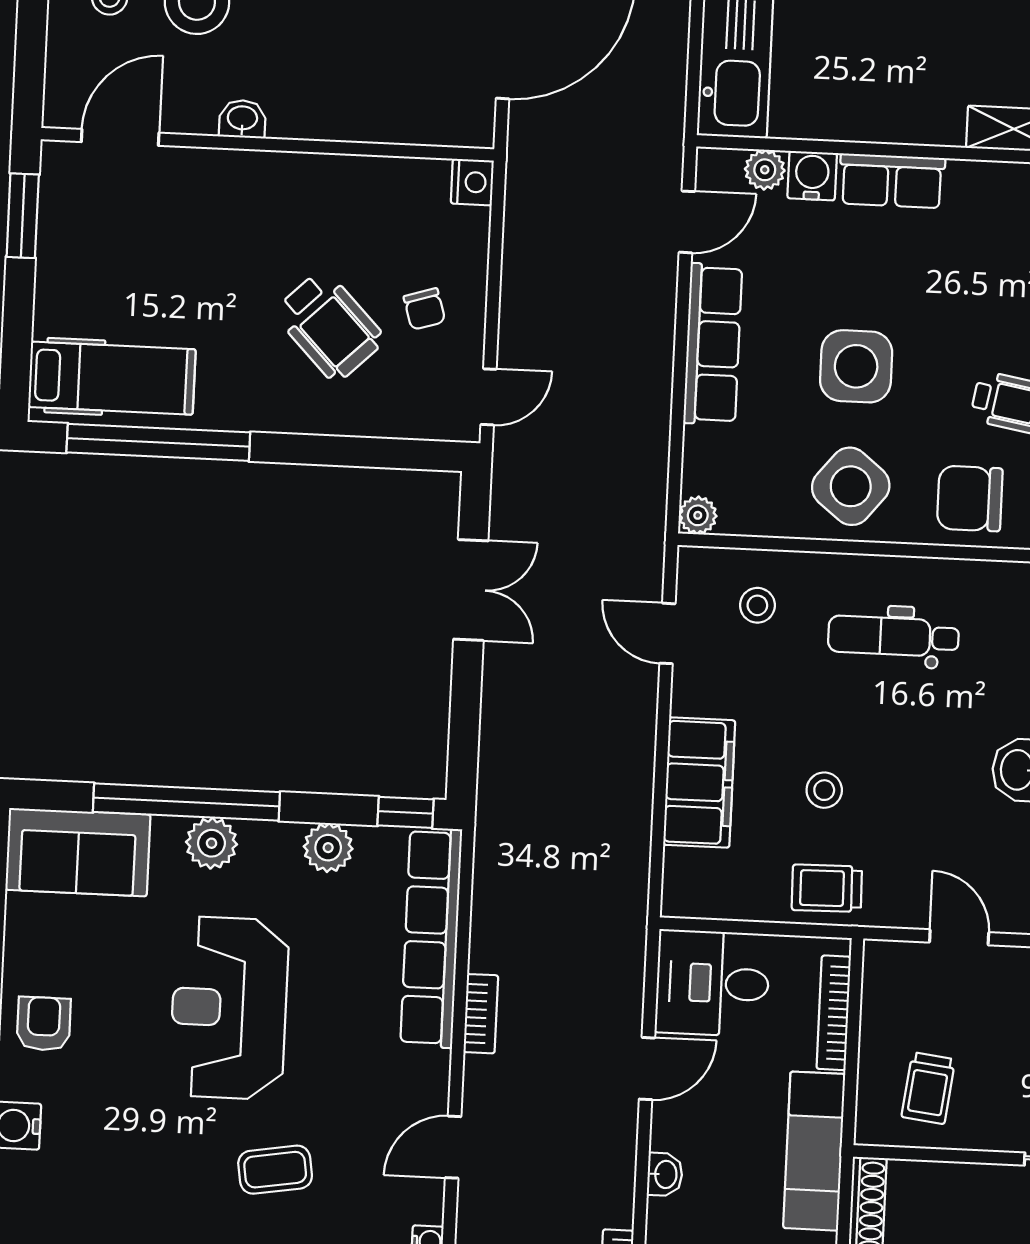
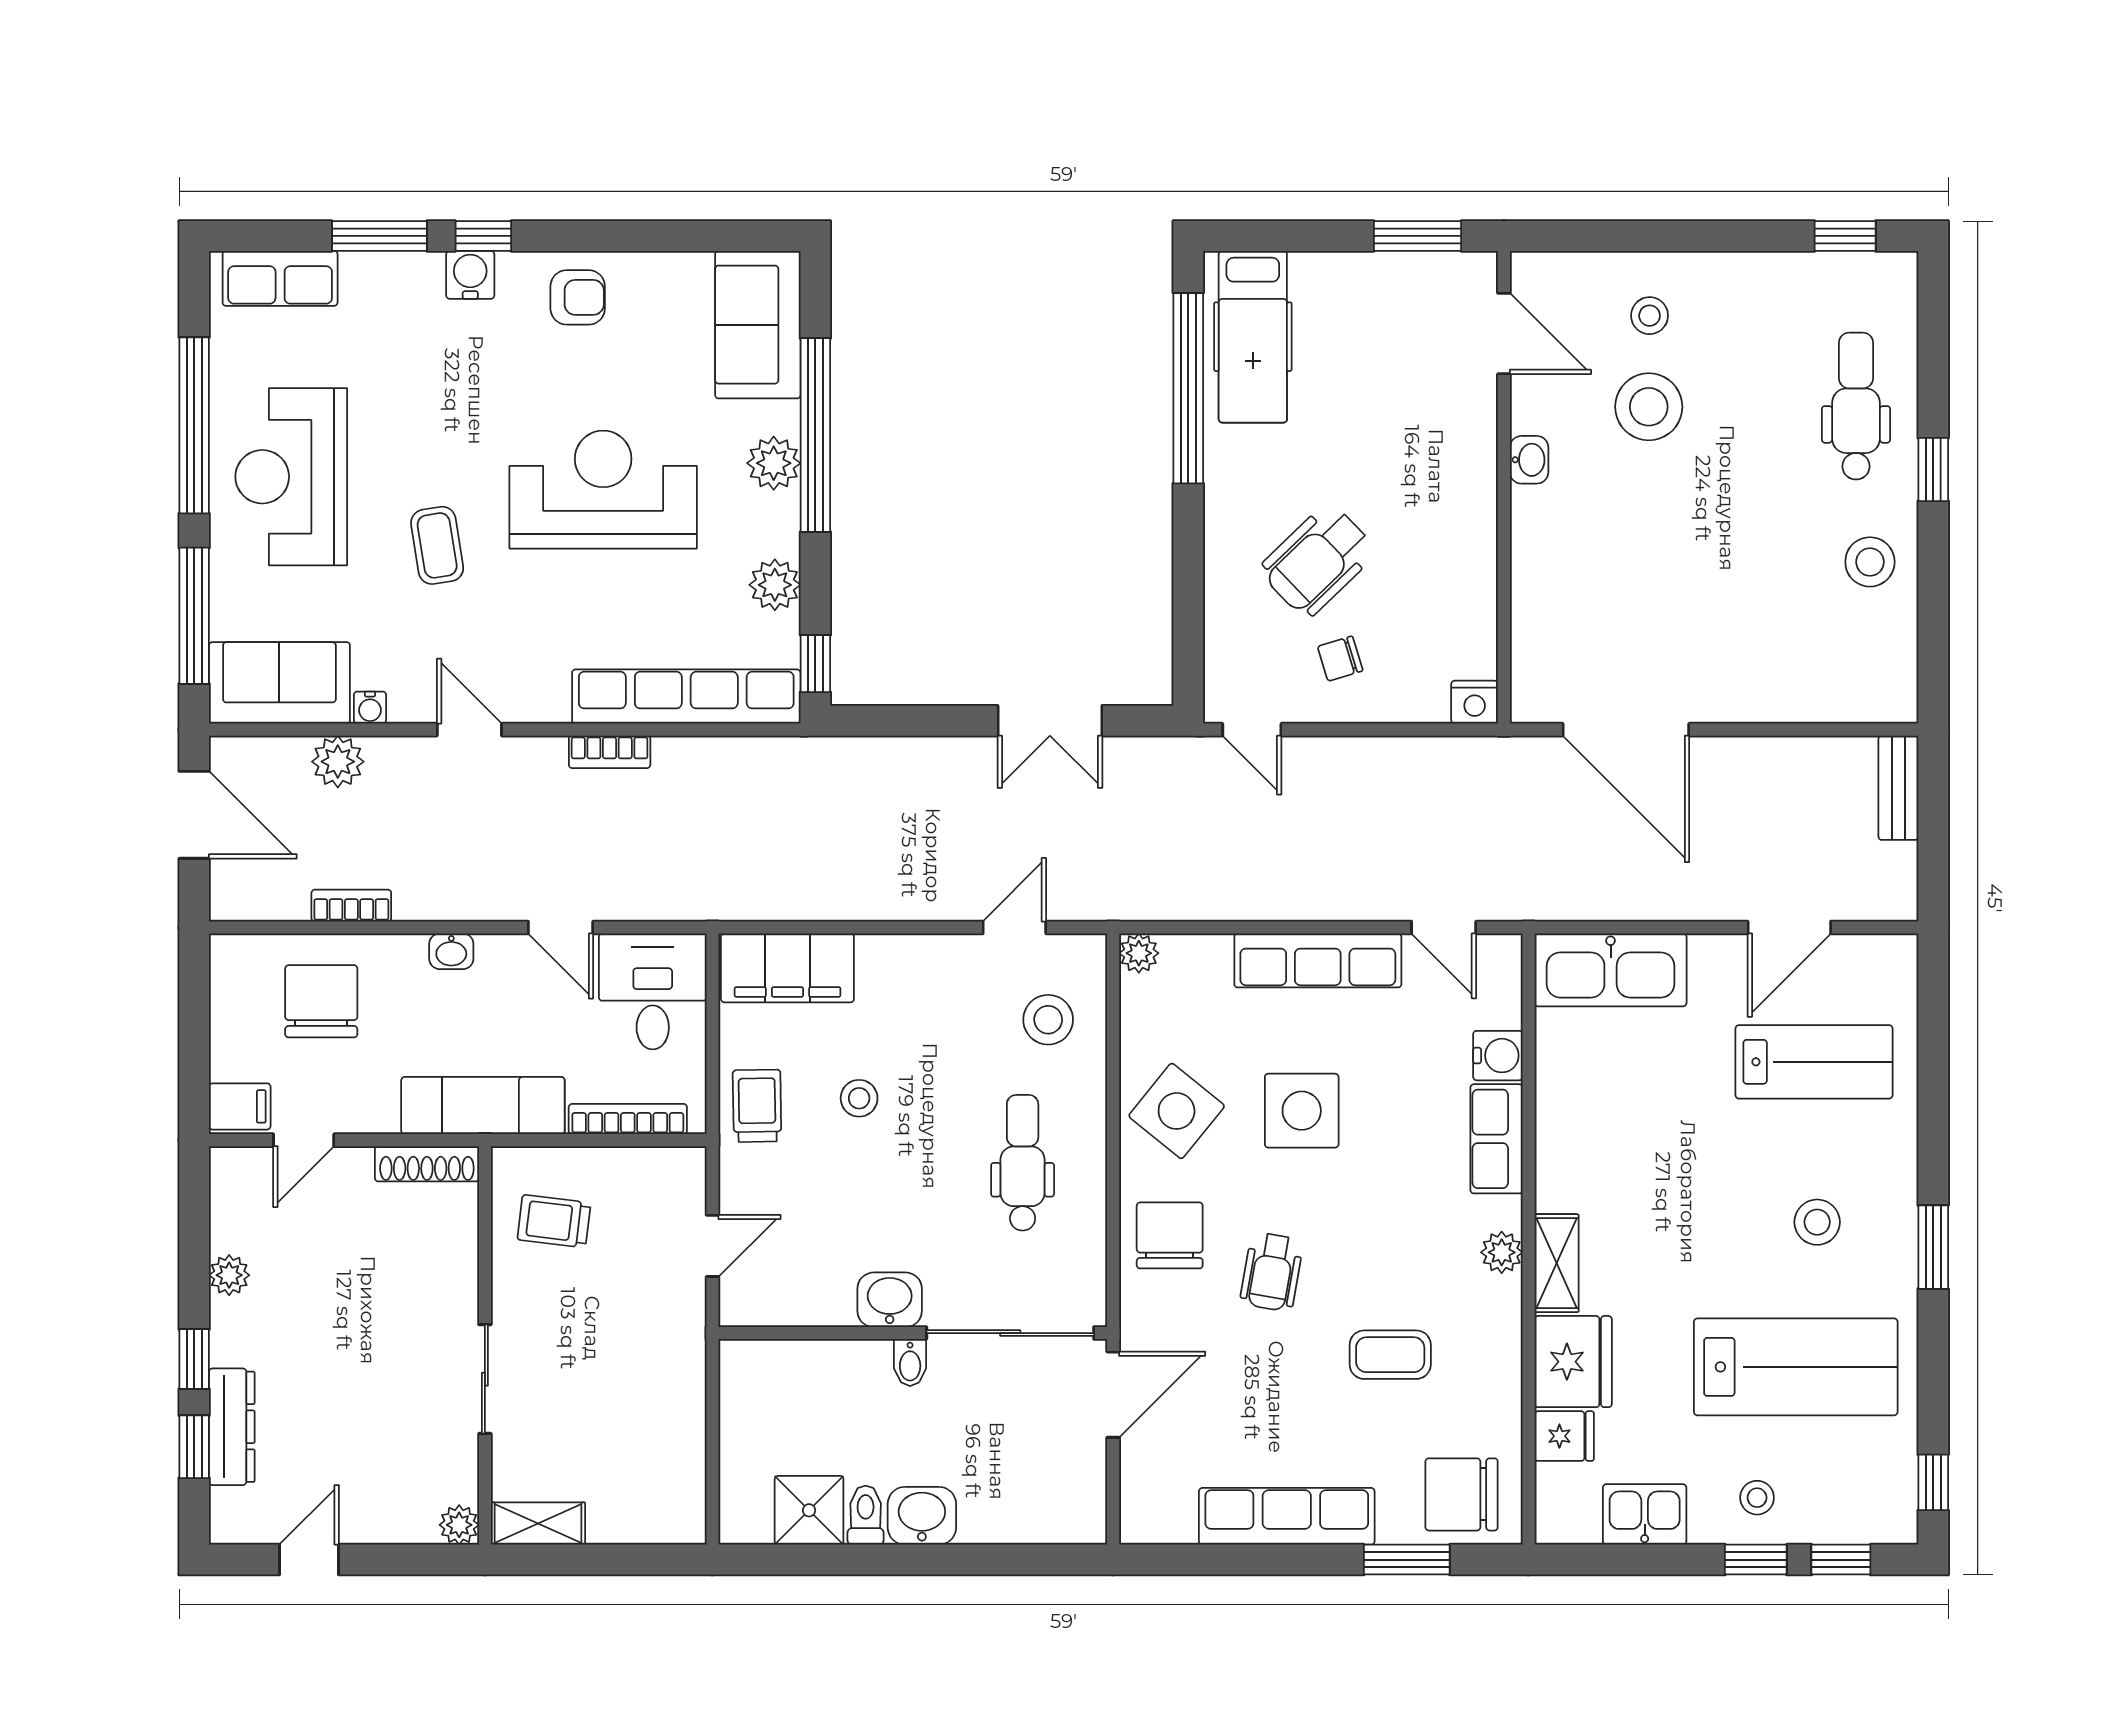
plant: (765, 170) -> (1502, 1252), moved
stool: (757, 605) -> (1048, 1020), width x1.37, depth x1.37
filing cabinet: (699, 783) -> (787, 968), moved

